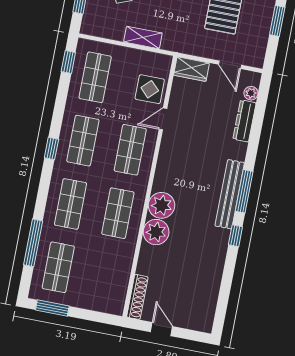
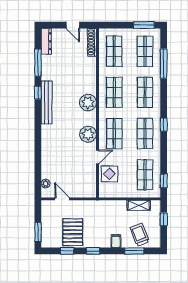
shelving: (143, 37) -> (139, 205), moved
wardrobe: (191, 69) -> (86, 191), removed
dresser: (245, 121) -> (46, 41), moved
window: (244, 191) -> (38, 63), moved
bench: (230, 194) -> (47, 102), moved
plant: (156, 232) -> (88, 134), moved
shop shelf: (106, 276) -> (114, 51), added

